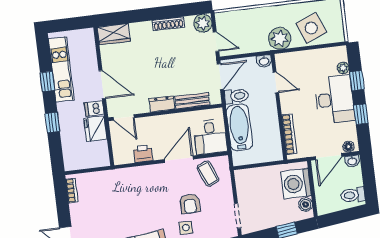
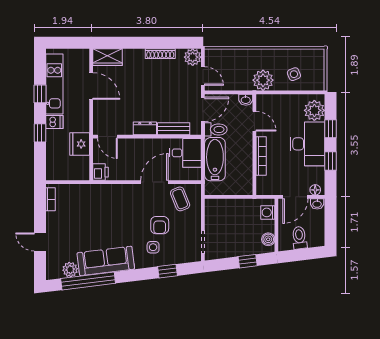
side table: (311, 28) -> (294, 74), width x0.54, depth x0.54
plant: (343, 68) -> (314, 110), width x1.88, depth x1.88
door: (102, 85) -> (91, 86), moved
dishwasher: (94, 109) -> (54, 122), moved, turned 180
bookcase: (289, 134) -> (261, 156), moved
desk: (210, 137) -> (185, 153), moved, turned -90
printer: (143, 154) -> (100, 172), moved, turned 90
washing machine: (296, 184) -> (268, 212), width x0.53, depth x0.53
toilet: (353, 195) -> (299, 238), moved, turned 83

